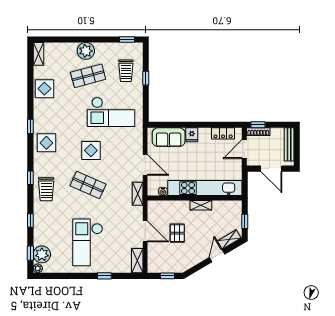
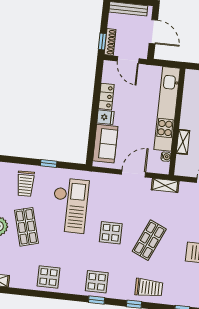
trolley: (126, 71) -> (25, 184), turned 89
window: (146, 78) -> (49, 164), moved
display table: (44, 89) -> (48, 277), moved
window: (30, 126) -> (97, 300), moved
locker: (223, 133) -> (106, 97), moved
door: (271, 169) -> (153, 32), hinge flipped
shelving: (201, 205) -> (183, 142), moved

